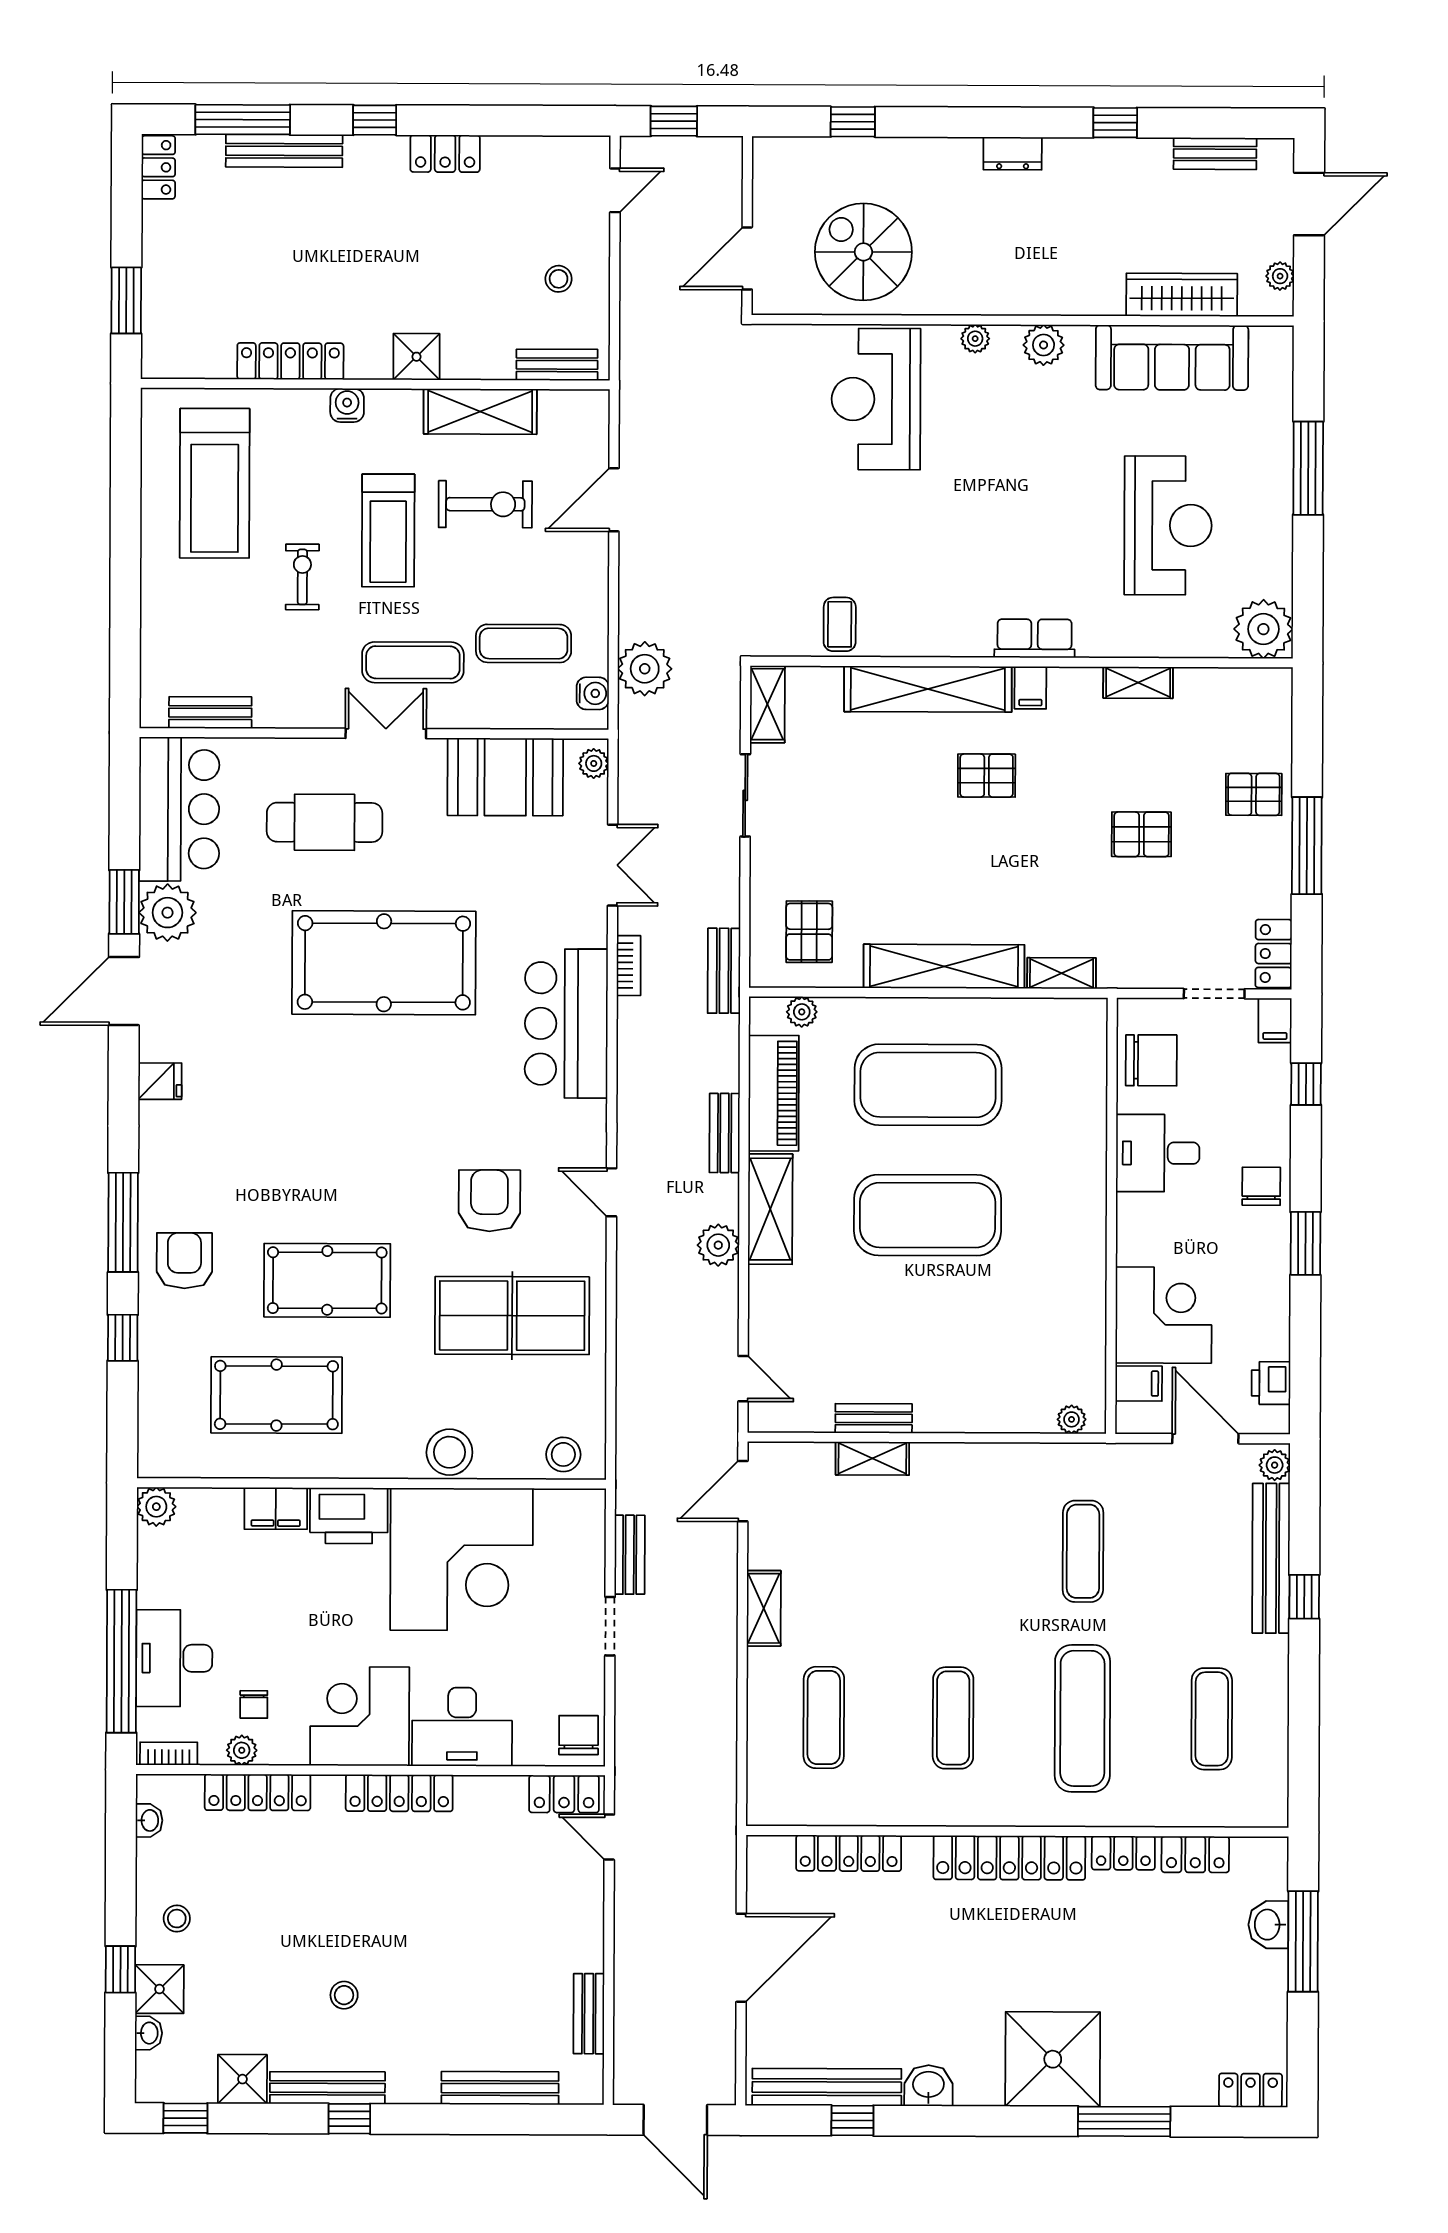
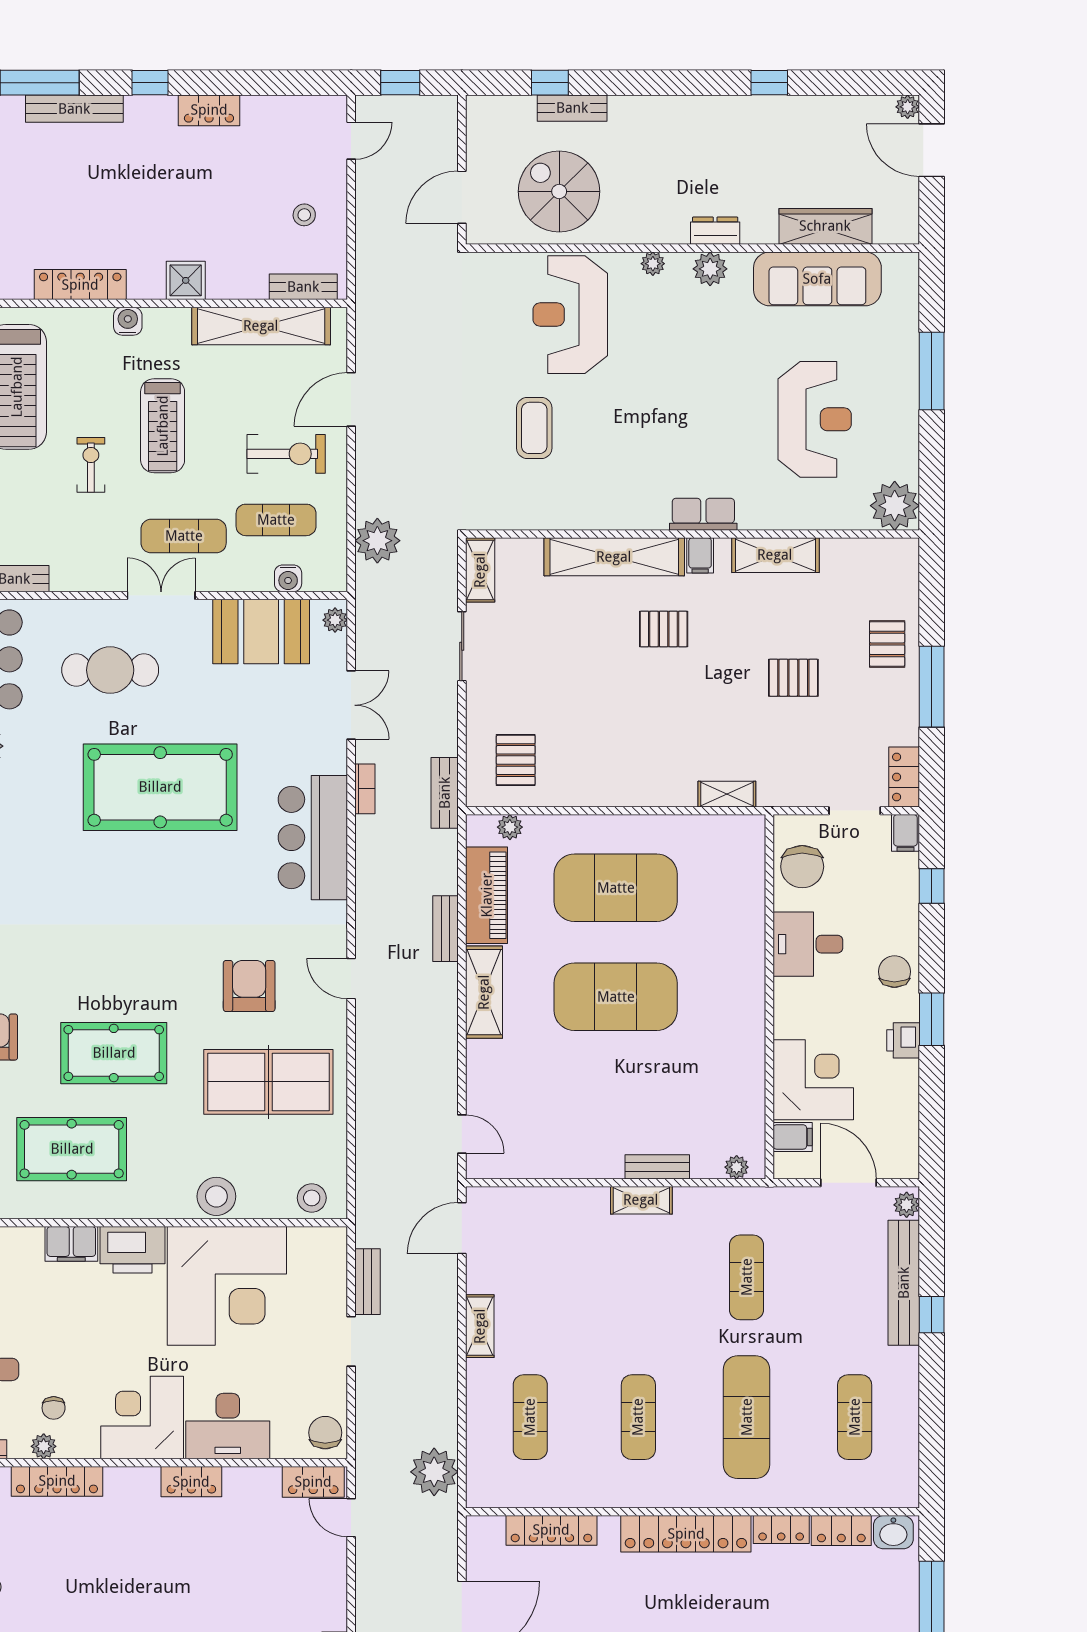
dresser: (1013, 153) -> (715, 231), moved, turned 180
bench: (1215, 154) -> (572, 108), moved
door: (1309, 204) -> (932, 150), swing flipped
plant: (1280, 276) -> (908, 107), moved
shelving: (480, 411) -> (261, 326), width x1.47
exercise bike: (485, 504) -> (286, 454), moved
coffee table: (840, 624) -> (534, 428), moved, width x1.36, depth x1.30
shelving: (1138, 683) -> (775, 555), width x1.50, depth x1.33
water cooler: (593, 693) -> (288, 578), moved, turned 90
pallet: (1254, 794) -> (887, 644), turned 90
shelving: (944, 966) -> (629, 789), removed
chair: (1151, 1060) -> (802, 867), turned 90
plant: (718, 1245) -> (434, 1472), moved, width x1.36, depth x1.36
printer: (1271, 1383) -> (903, 1040), moved
bench: (874, 1418) -> (657, 1167), moved
shelving: (872, 1458) -> (641, 1200), moved
locker: (399, 1793) -> (191, 1482), width x0.66
washbasin: (1268, 1925) -> (893, 1532), moved, turned -90

